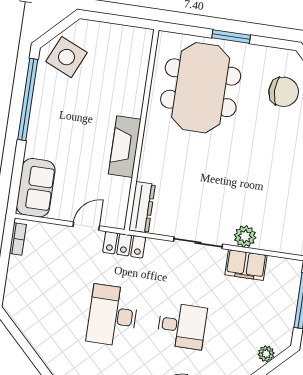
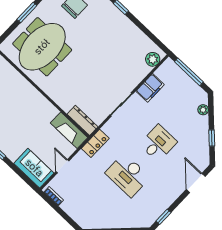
meeting table: (201, 88) -> (42, 47), turned 90
fireplace: (125, 147) -> (69, 130), moved
door: (86, 226) -> (62, 166), moved
plant: (245, 236) -> (153, 59), moved

